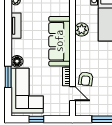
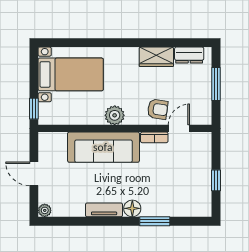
tv unit: (16, 26) -> (104, 210), moved
plant: (82, 30) -> (115, 115), moved
corner sofa: (27, 91) -> (175, 194), removed

